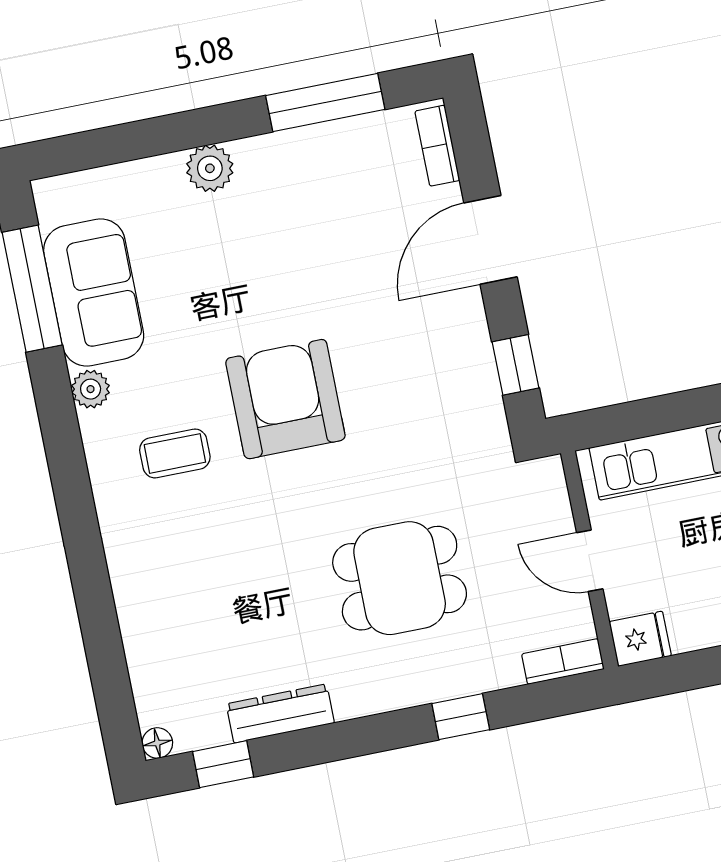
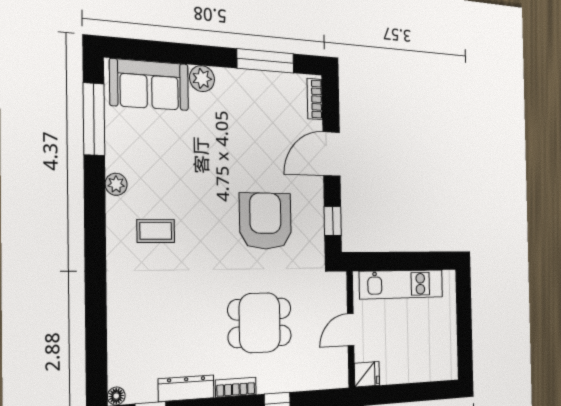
sofa: (94, 293) -> (149, 85), moved, turned 90
armchair: (285, 399) -> (265, 221), moved
door: (590, 561) -> (351, 330), hinge flipped
bookcase: (563, 662) -> (236, 387), moved

